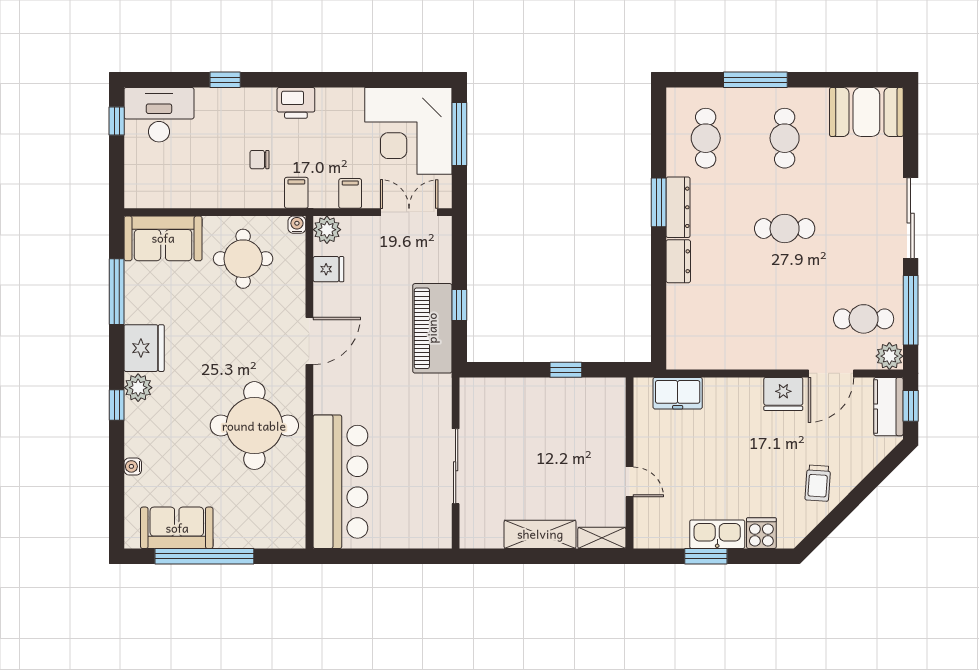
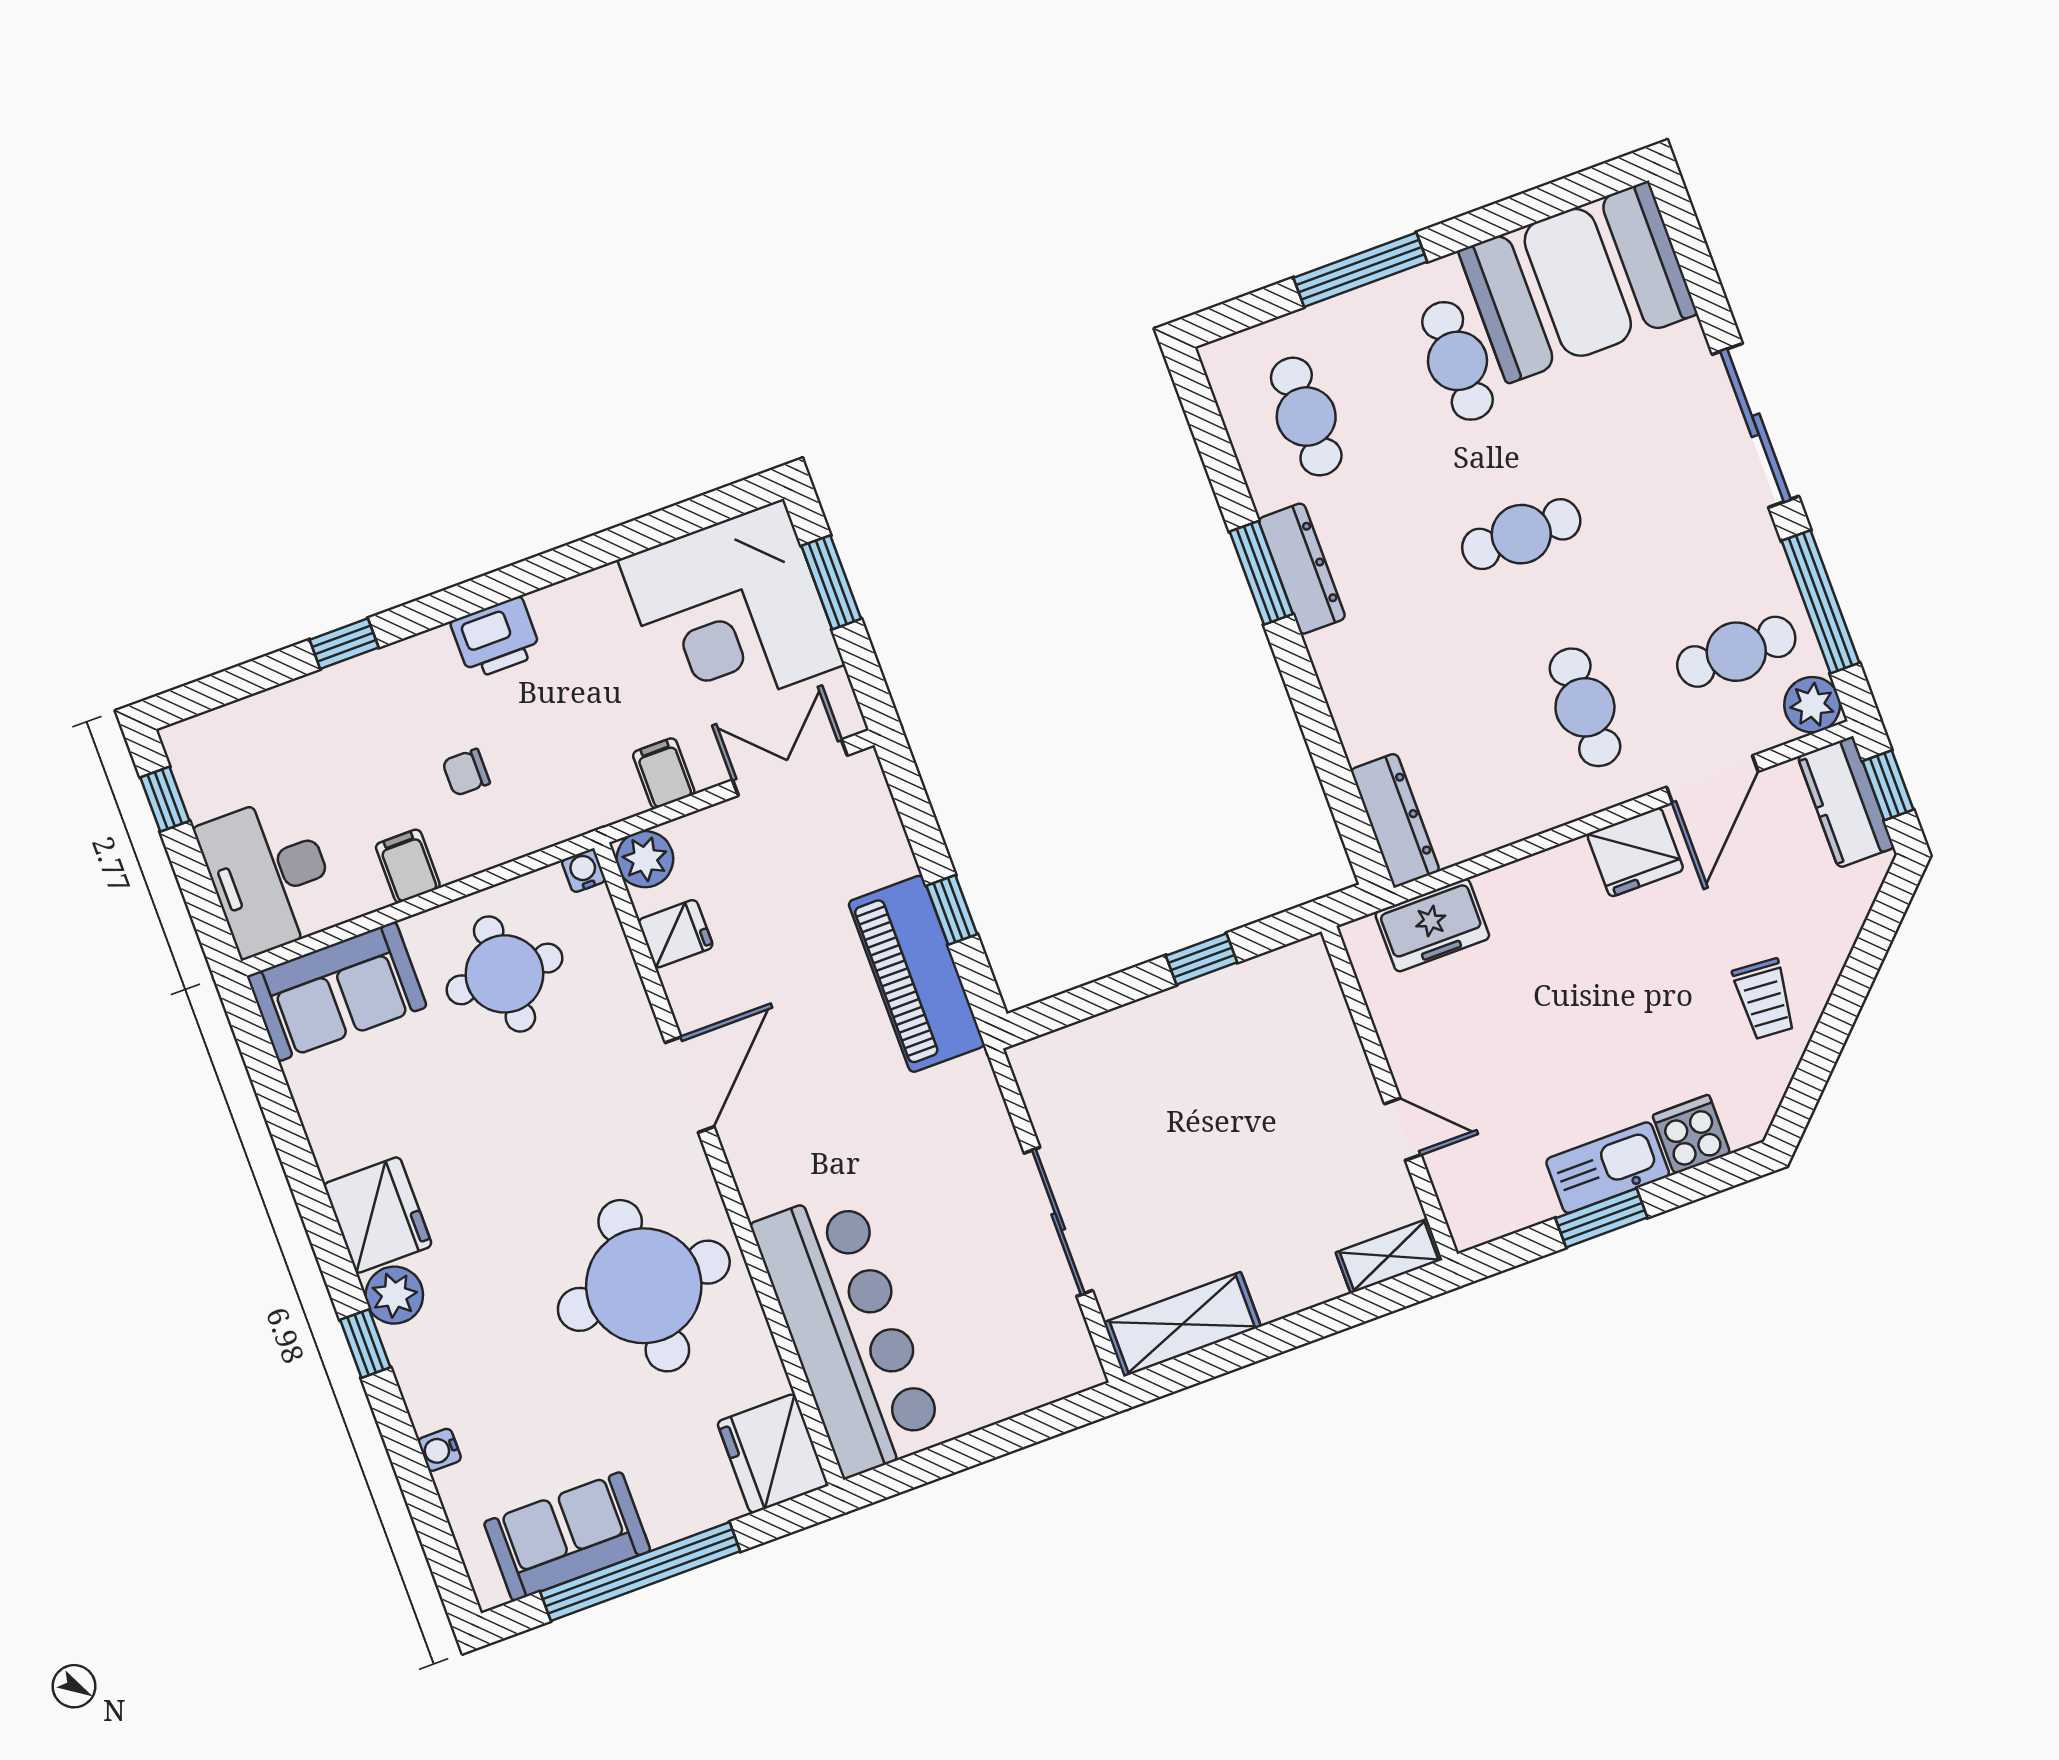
booth: (866, 112) -> (1578, 282), width x1.36, depth x1.42
desk: (159, 115) -> (269, 875), moved, turned -90
window: (459, 134) -> (831, 582), width x0.69
filing cabinet: (296, 193) -> (408, 866), moved
dresser: (678, 261) -> (1395, 820), moved, width x1.44
window: (117, 292) -> (285, 1126), removed
cafe table: (785, 319) -> (1585, 707), added
fridge: (285, 524) -> (773, 1454), added
shelving: (540, 534) -> (1182, 1324), moved

